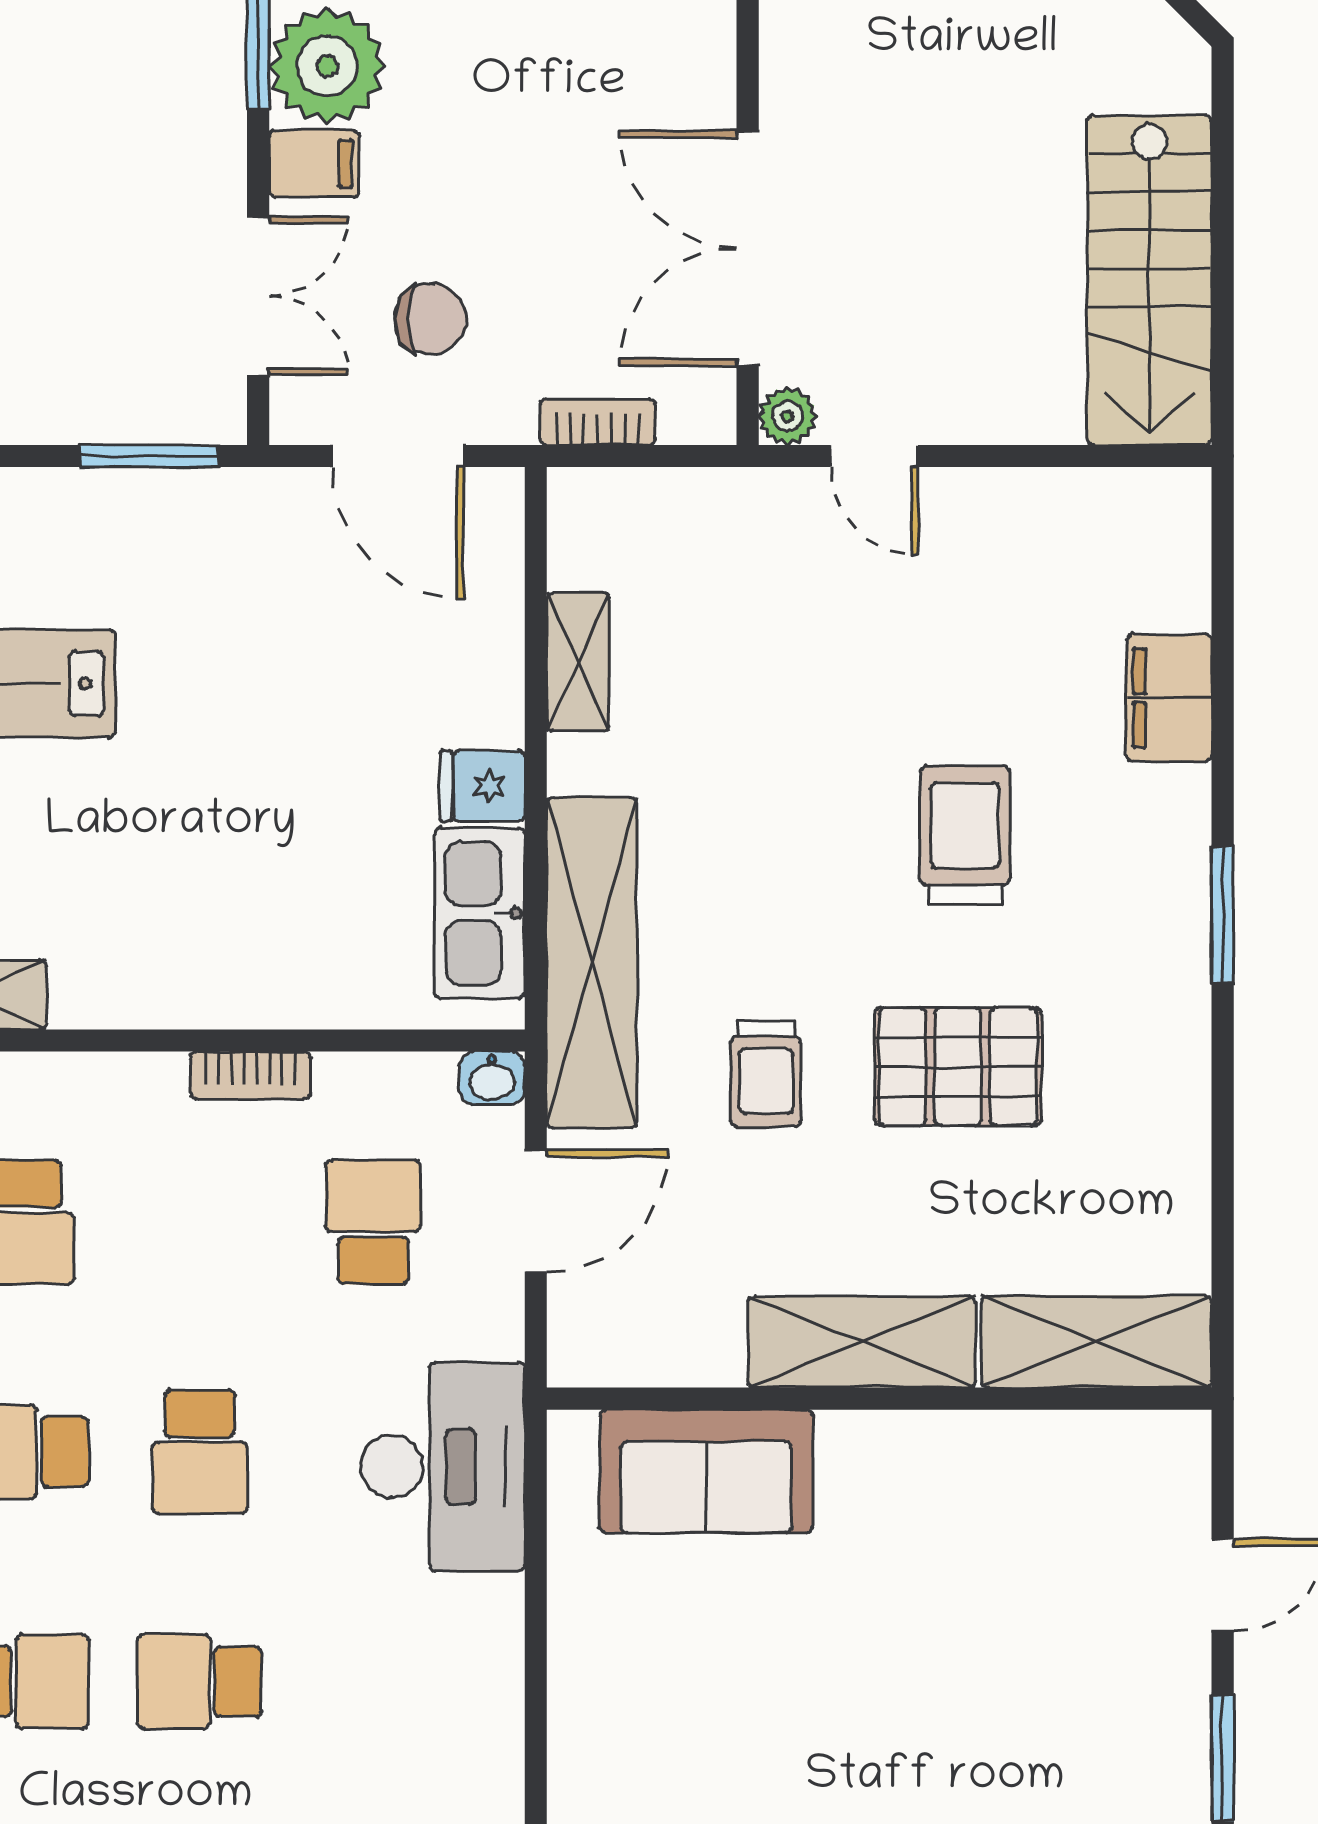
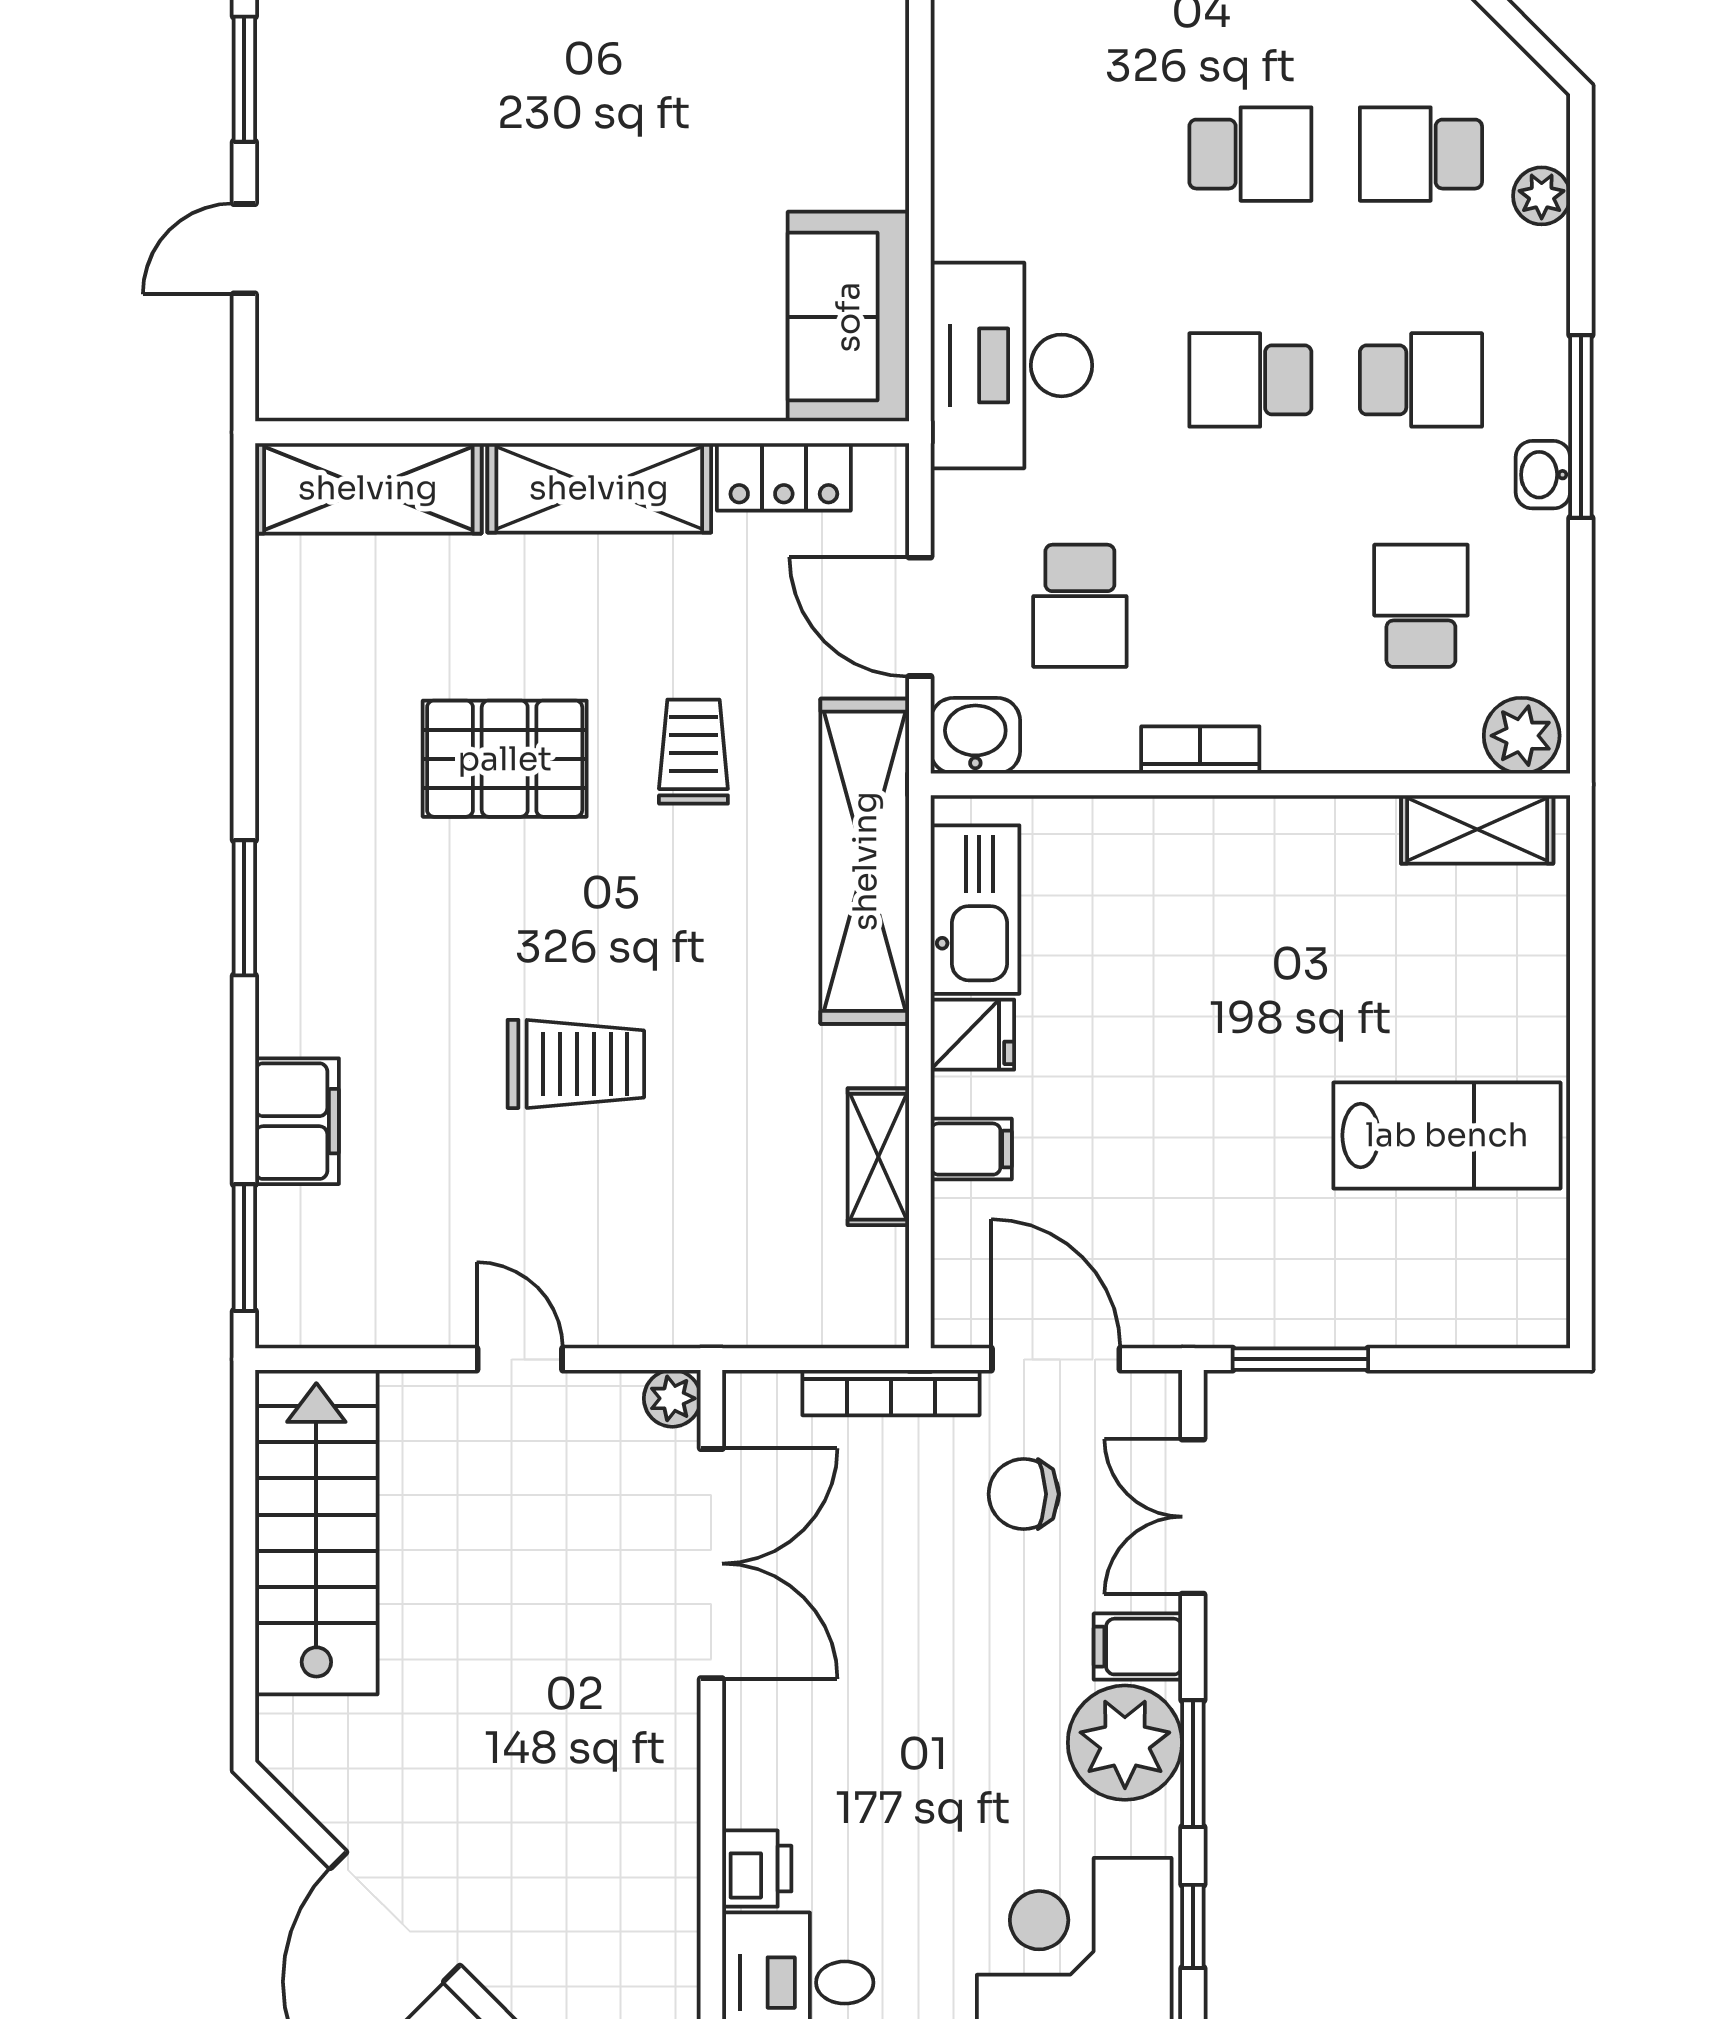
bookcase: (598, 422) -> (891, 1393), width x1.56
door: (874, 456) -> (520, 1359), moved
window: (1223, 569) -> (244, 1248), added
filing cabinet: (484, 670) -> (971, 1149), added
trolley: (965, 835) -> (576, 1064), moved, turned -90
washbasin: (492, 1078) -> (975, 736), width x1.38, depth x1.45
door: (536, 1211) -> (920, 617), hinge flipped
locker: (674, 1353) -> (784, 477), added
school desk: (200, 1452) -> (1250, 380), turned -90
sofa: (706, 1471) -> (848, 317), moved, turned -90

